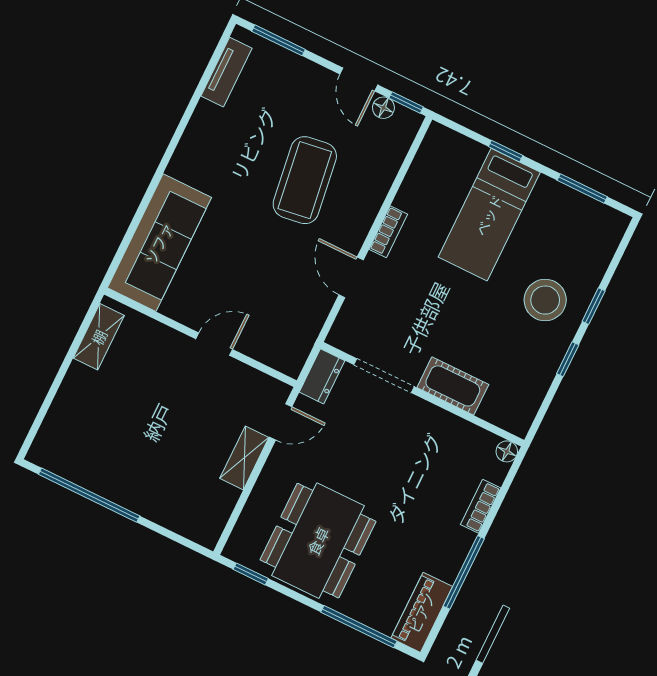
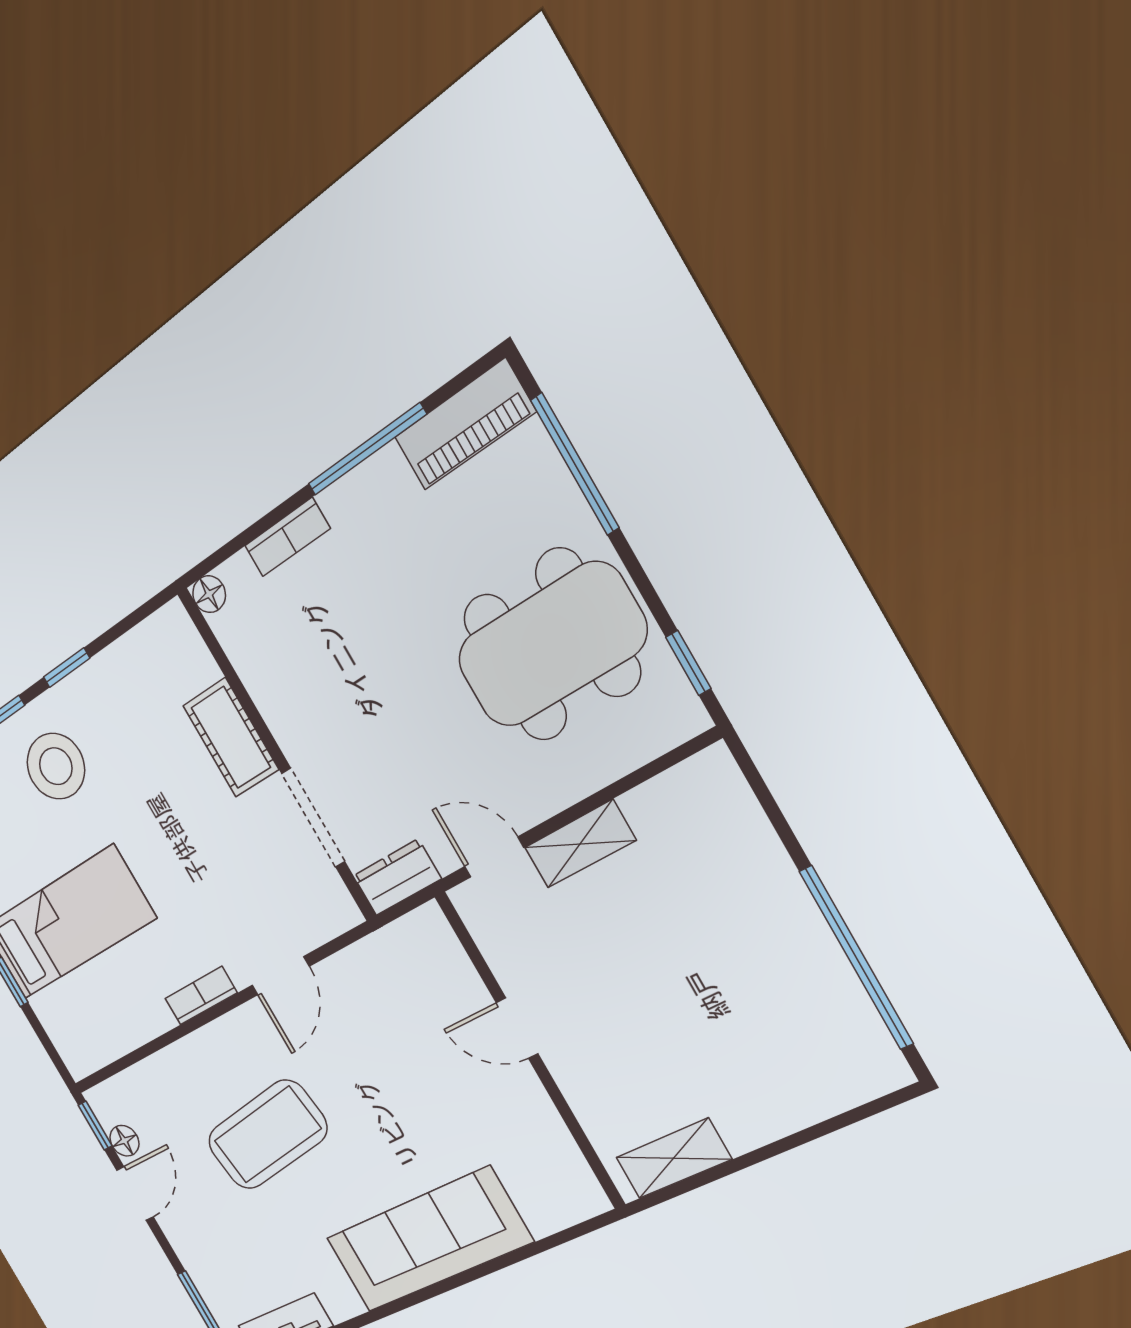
sofa: (159, 243) -> (428, 1240), moved

